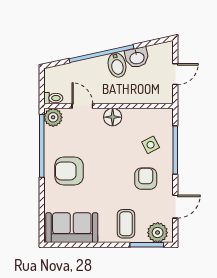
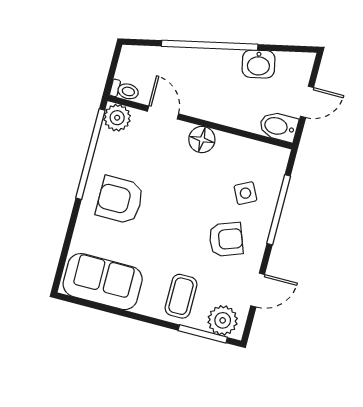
bidet: (117, 65) -> (278, 127), moved, turned 102
armchair: (146, 179) -> (226, 239), turned 70

